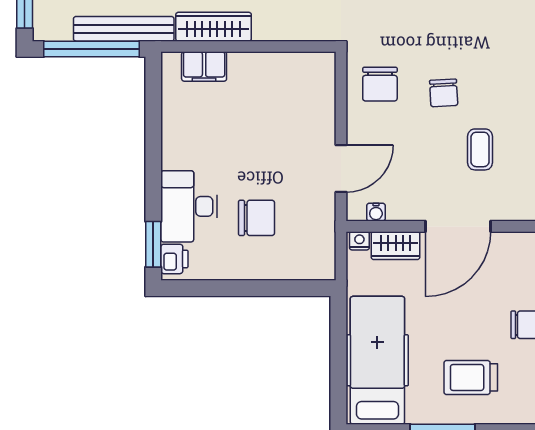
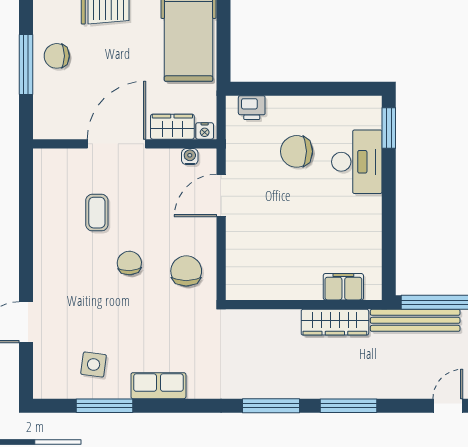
printer: (174, 259) -> (252, 108), moved, turned -90

